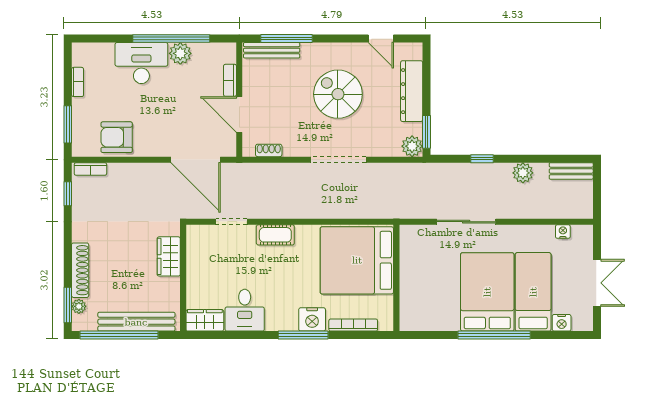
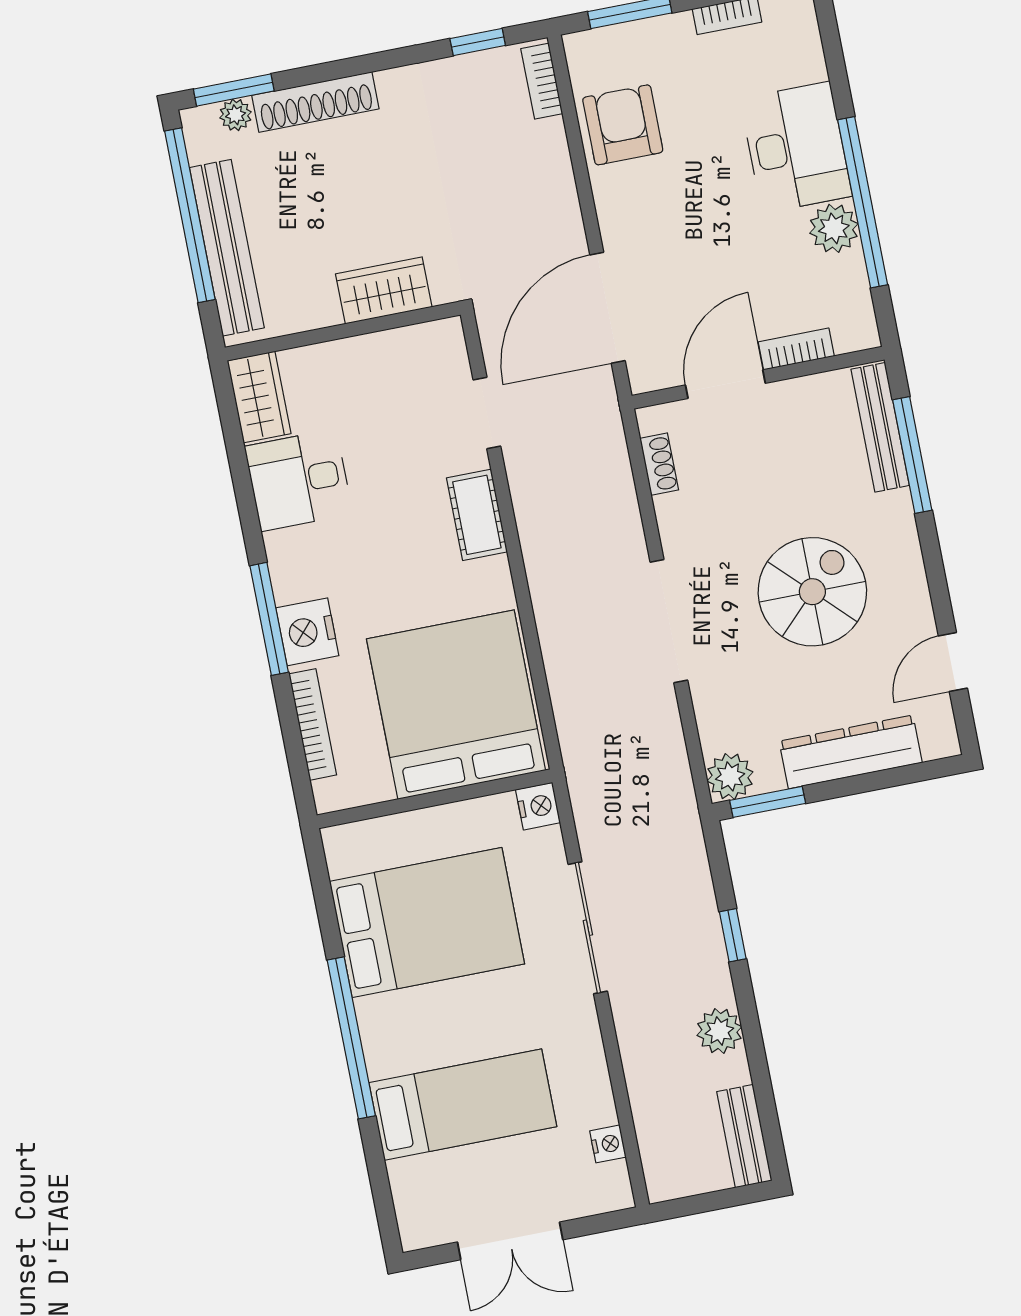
bed: (487, 292) -> (427, 923), moved
nightstand: (562, 323) -> (538, 806), moved, turned 180

